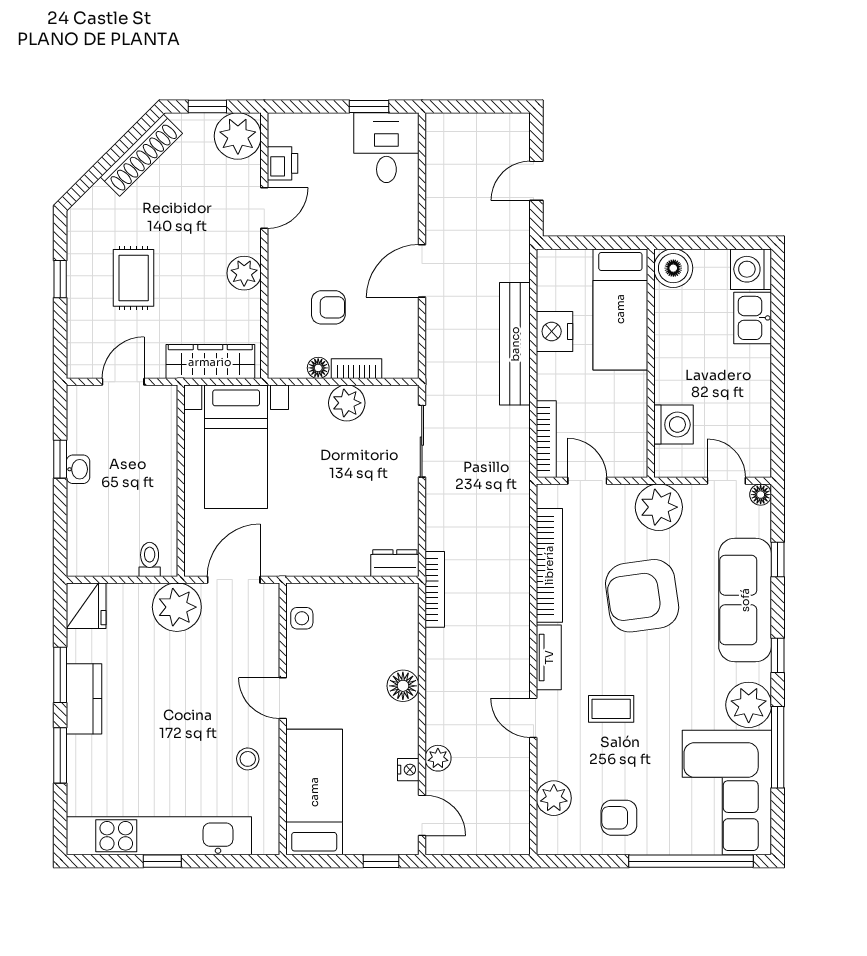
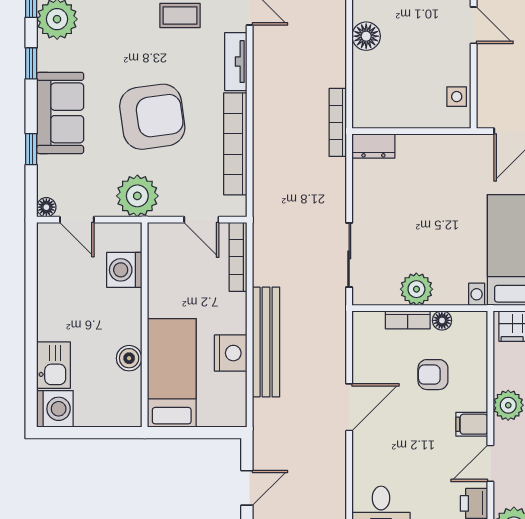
filing cabinet: (285, 252) -> (472, 424), added
boiler: (673, 268) -> (129, 358), moved, width x0.73, depth x0.73
sofa: (745, 600) -> (60, 113), width x0.73

